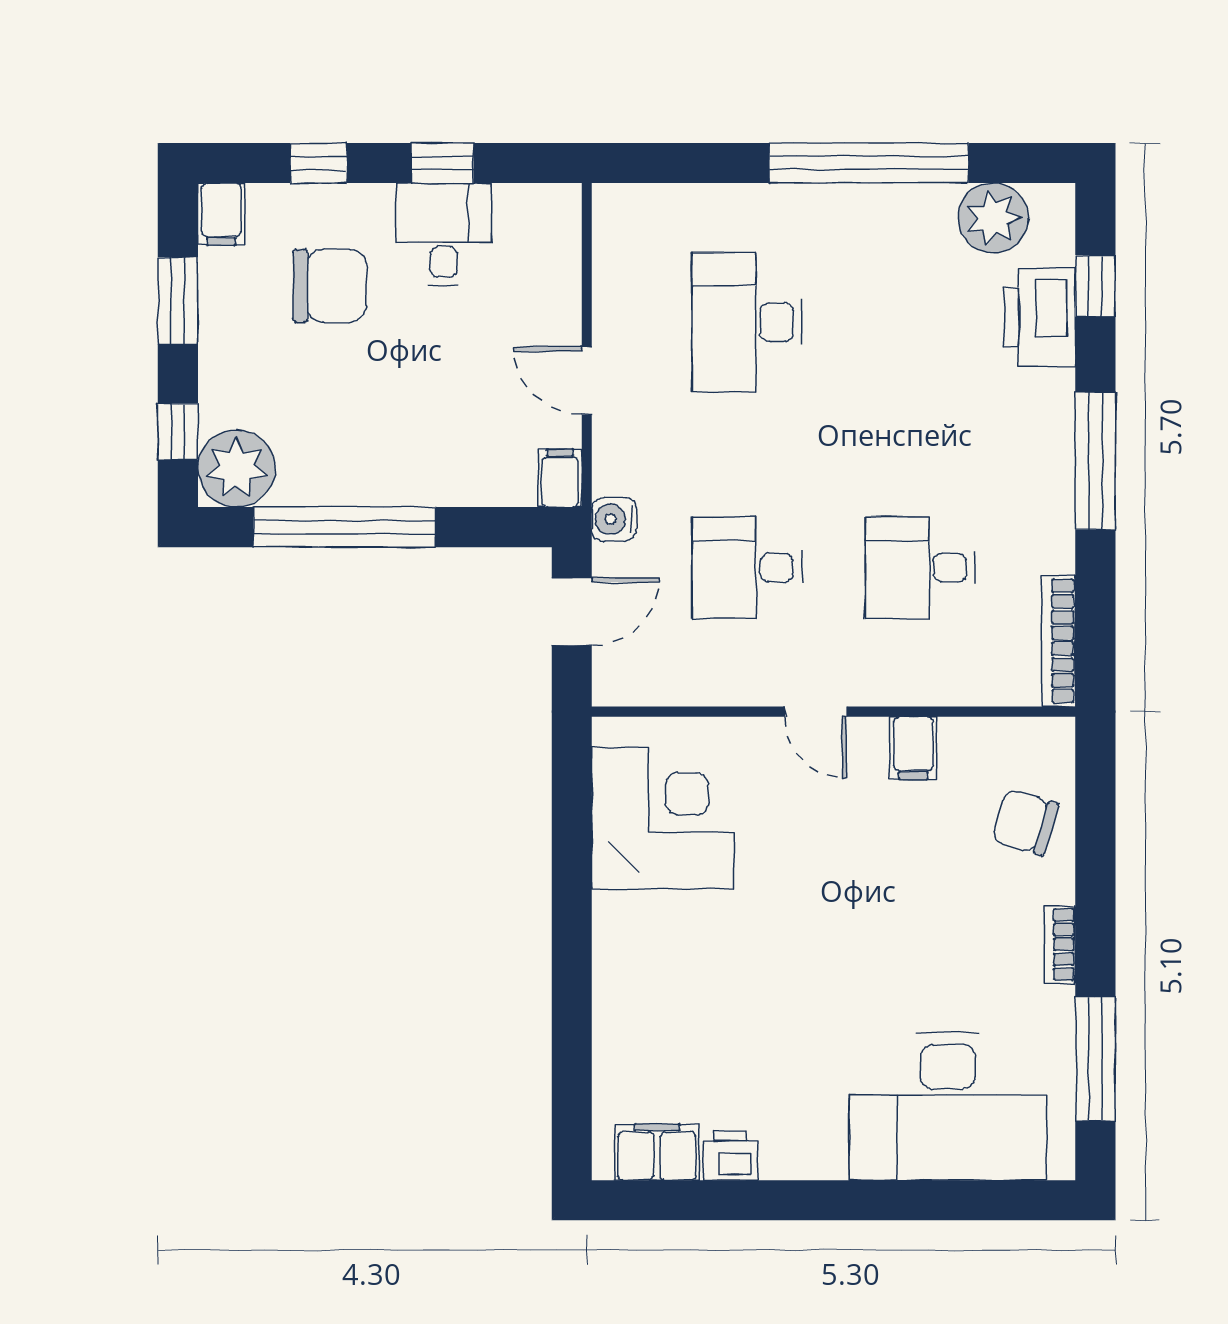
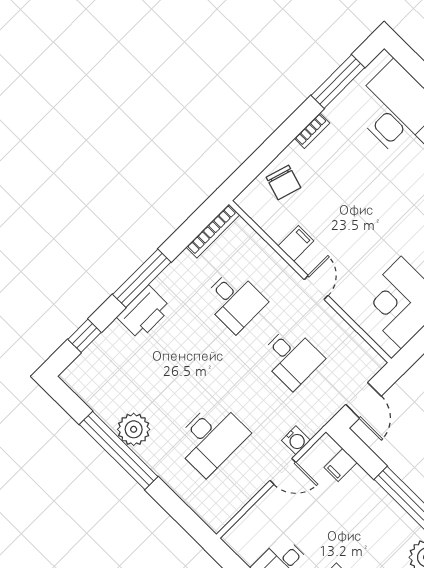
plant: (993, 218) -> (134, 429), moved
printer: (1040, 317) -> (144, 313), moved
door: (587, 381) -> (283, 471), hinge flipped
filing cabinet: (560, 478) -> (341, 465), moved
water cooler: (614, 519) -> (296, 440), moved
door: (572, 612) -> (363, 400), swing flipped

